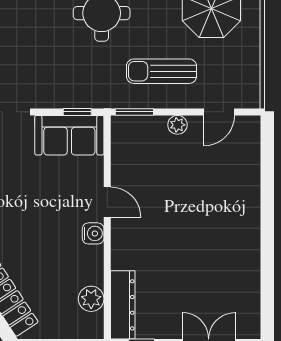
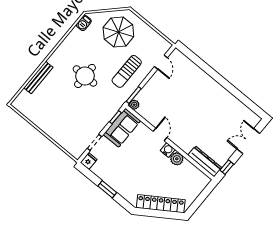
plant: (177, 125) -> (134, 105), moved
door: (107, 202) -> (160, 134), hinge flipped
plant: (91, 299) -> (177, 159), moved

